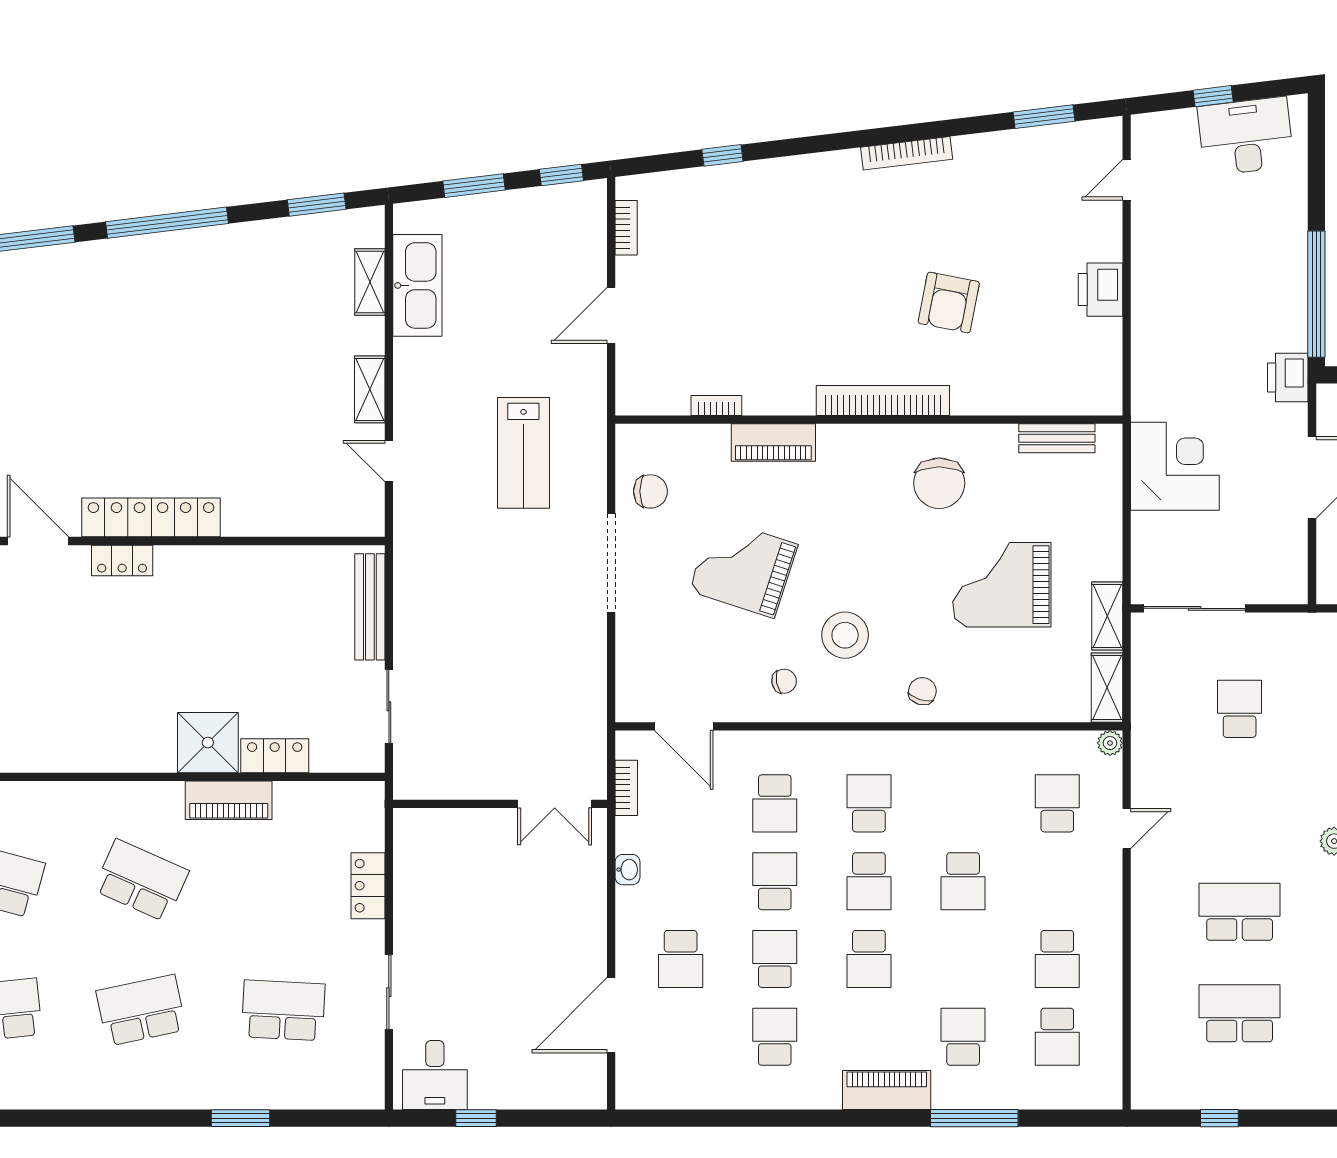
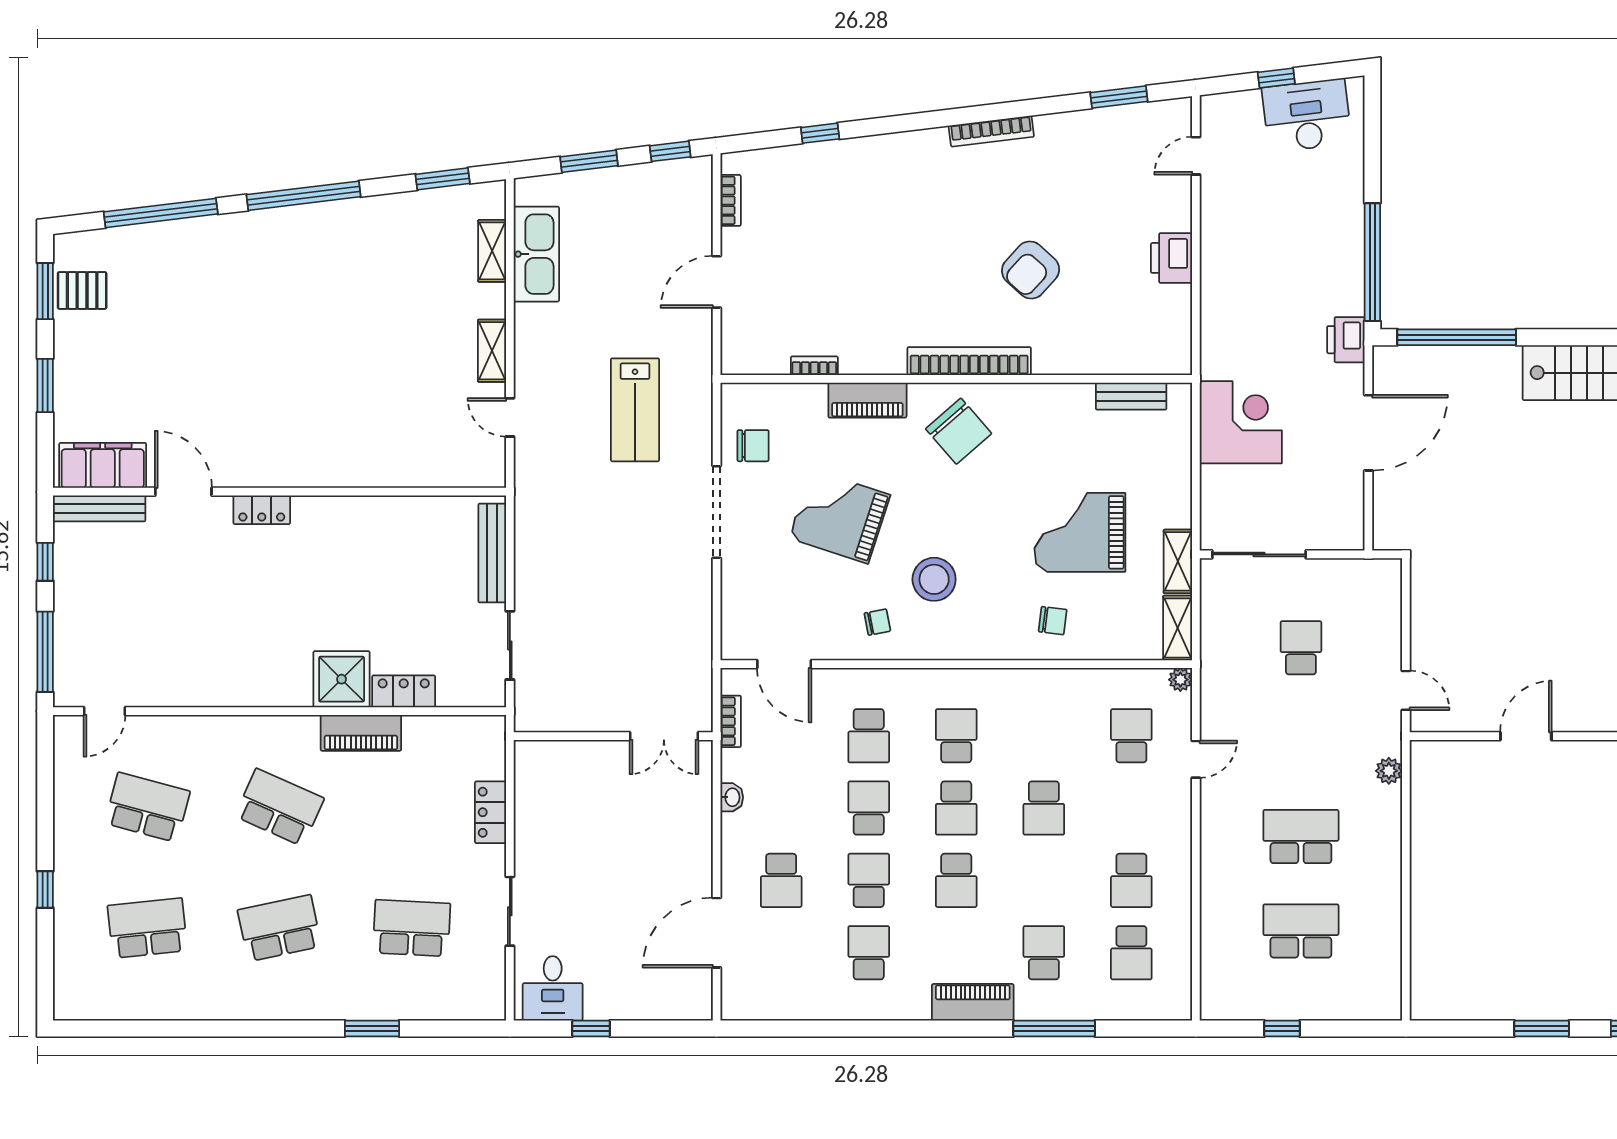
armchair: (949, 303) -> (1031, 270), turned 31
chair: (939, 483) -> (959, 431), moved, turned -41
locker: (151, 517) -> (289, 470), removed
chair: (922, 691) -> (1053, 621), moved, turned 80

